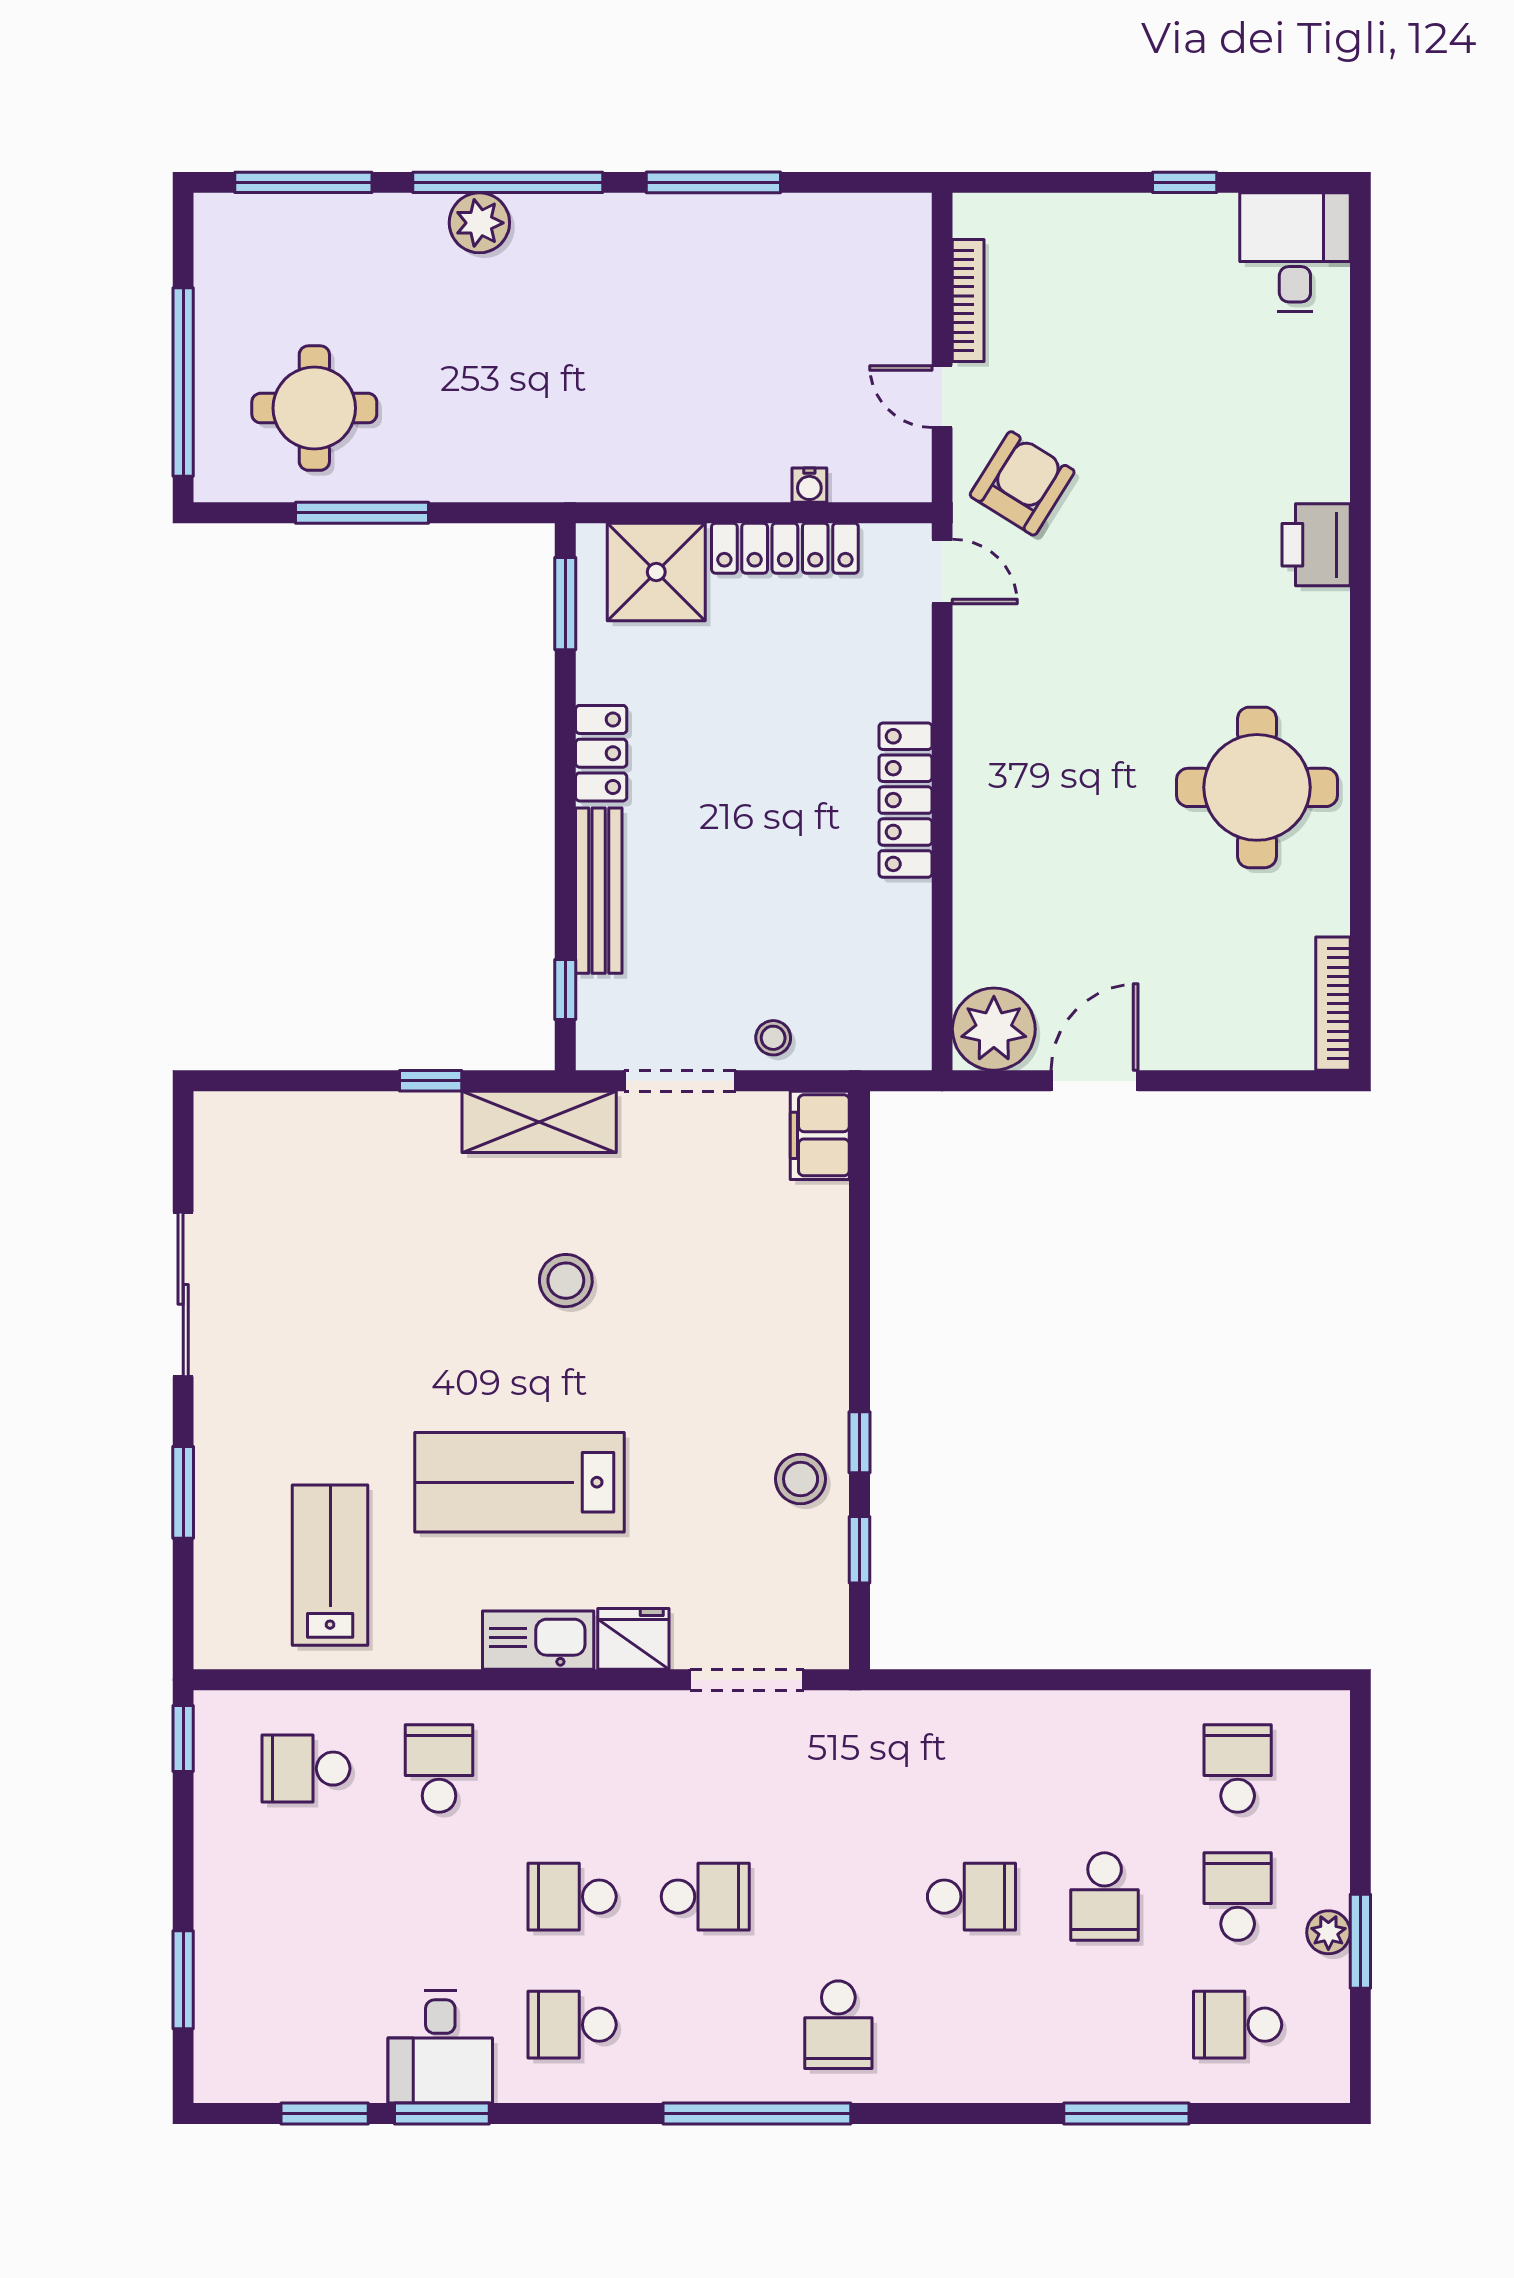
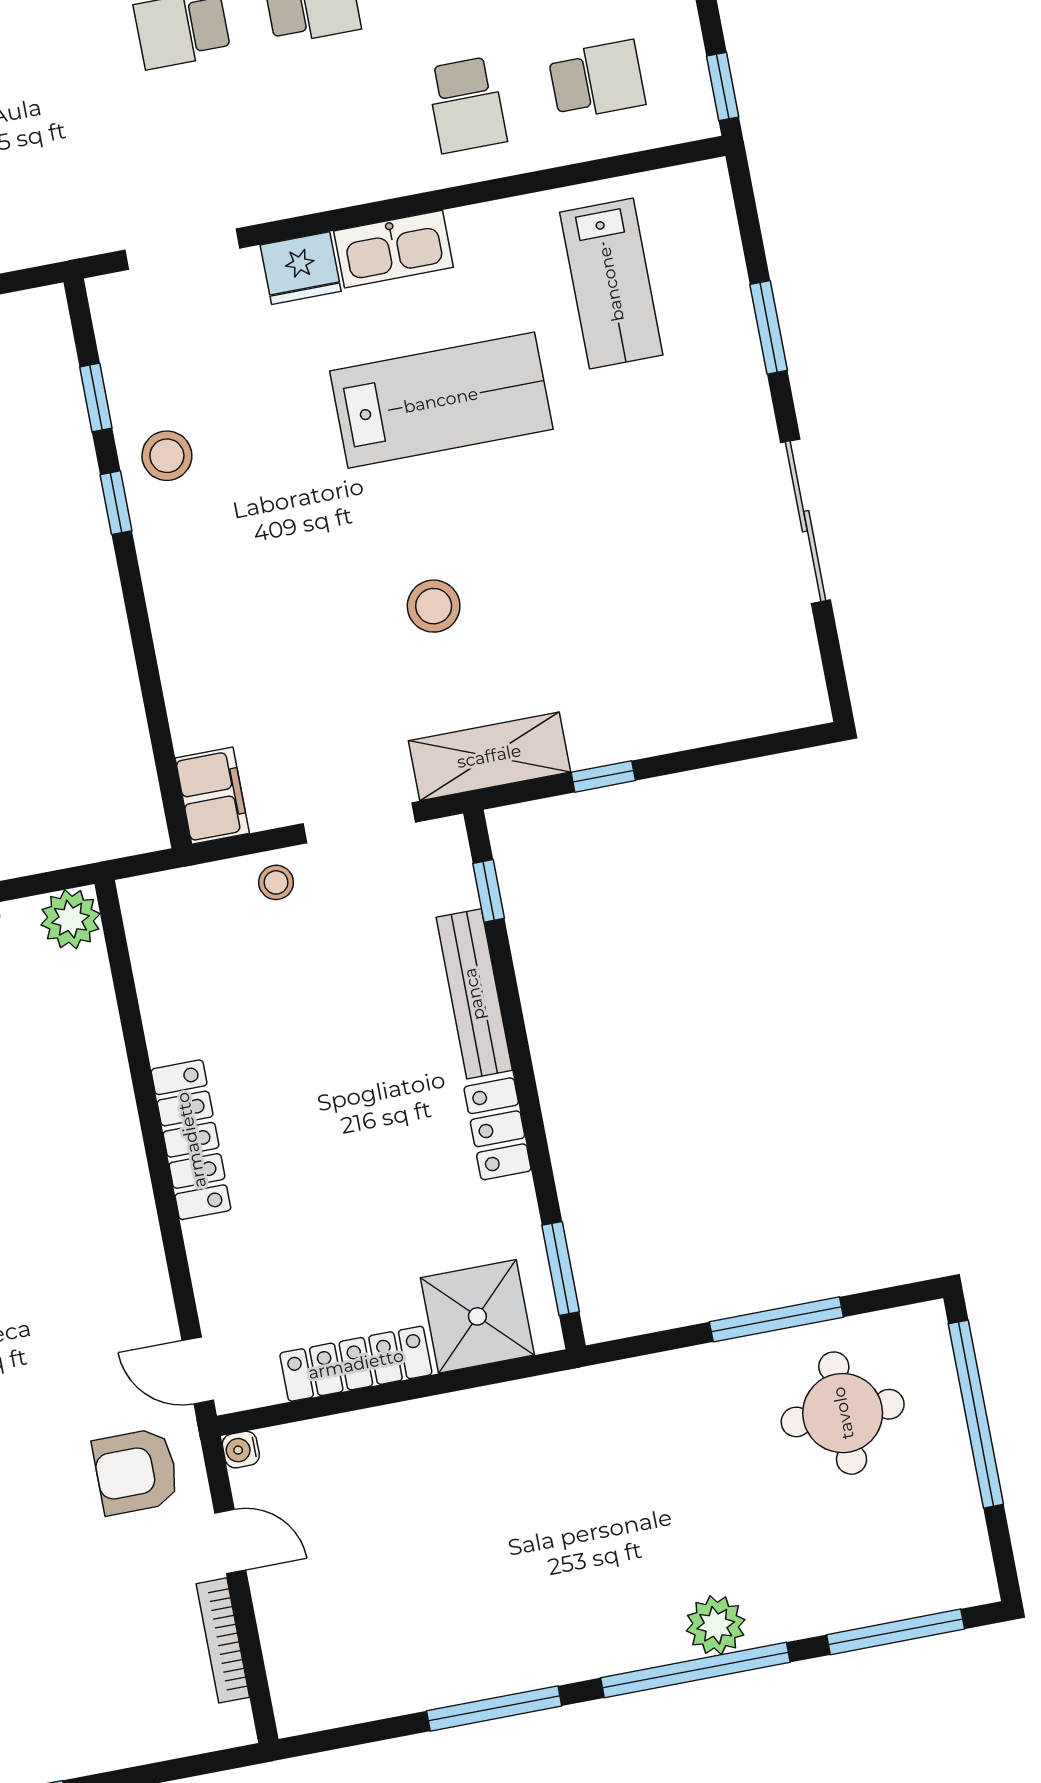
armchair: (1022, 483) -> (136, 1471), turned 58
water cooler: (809, 485) -> (241, 1450), moved, turned -90
plant: (994, 1029) -> (70, 919), width x0.73, depth x0.73

